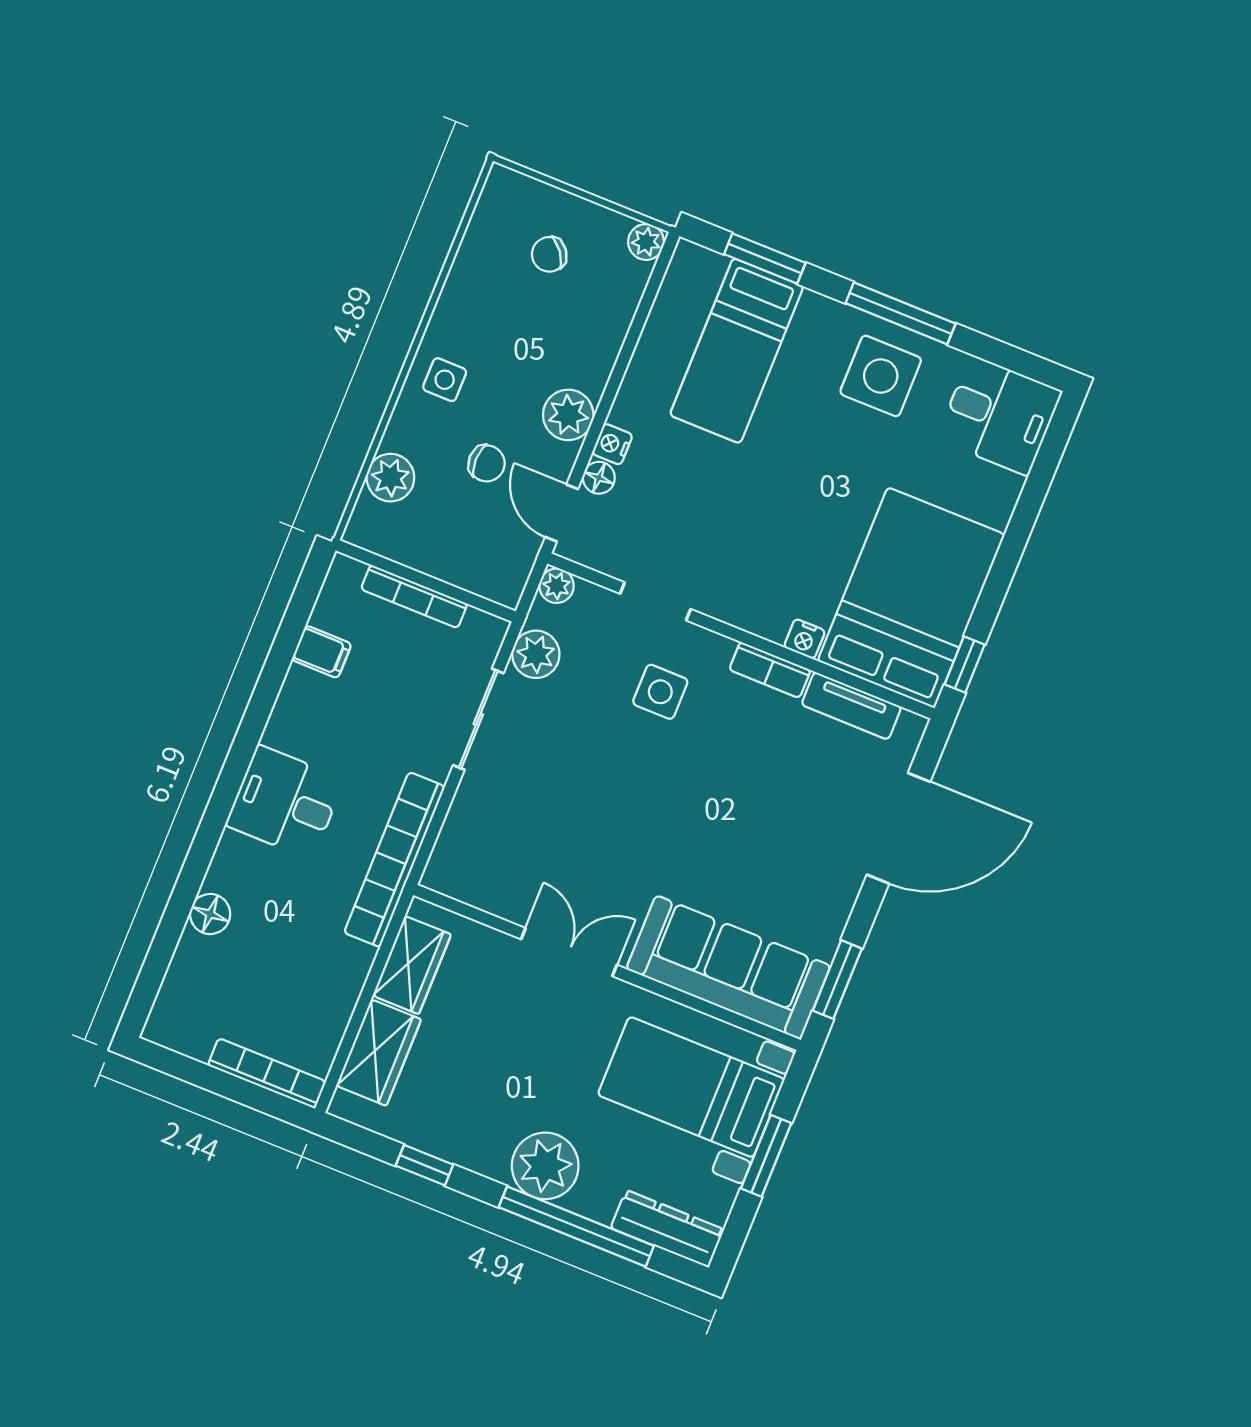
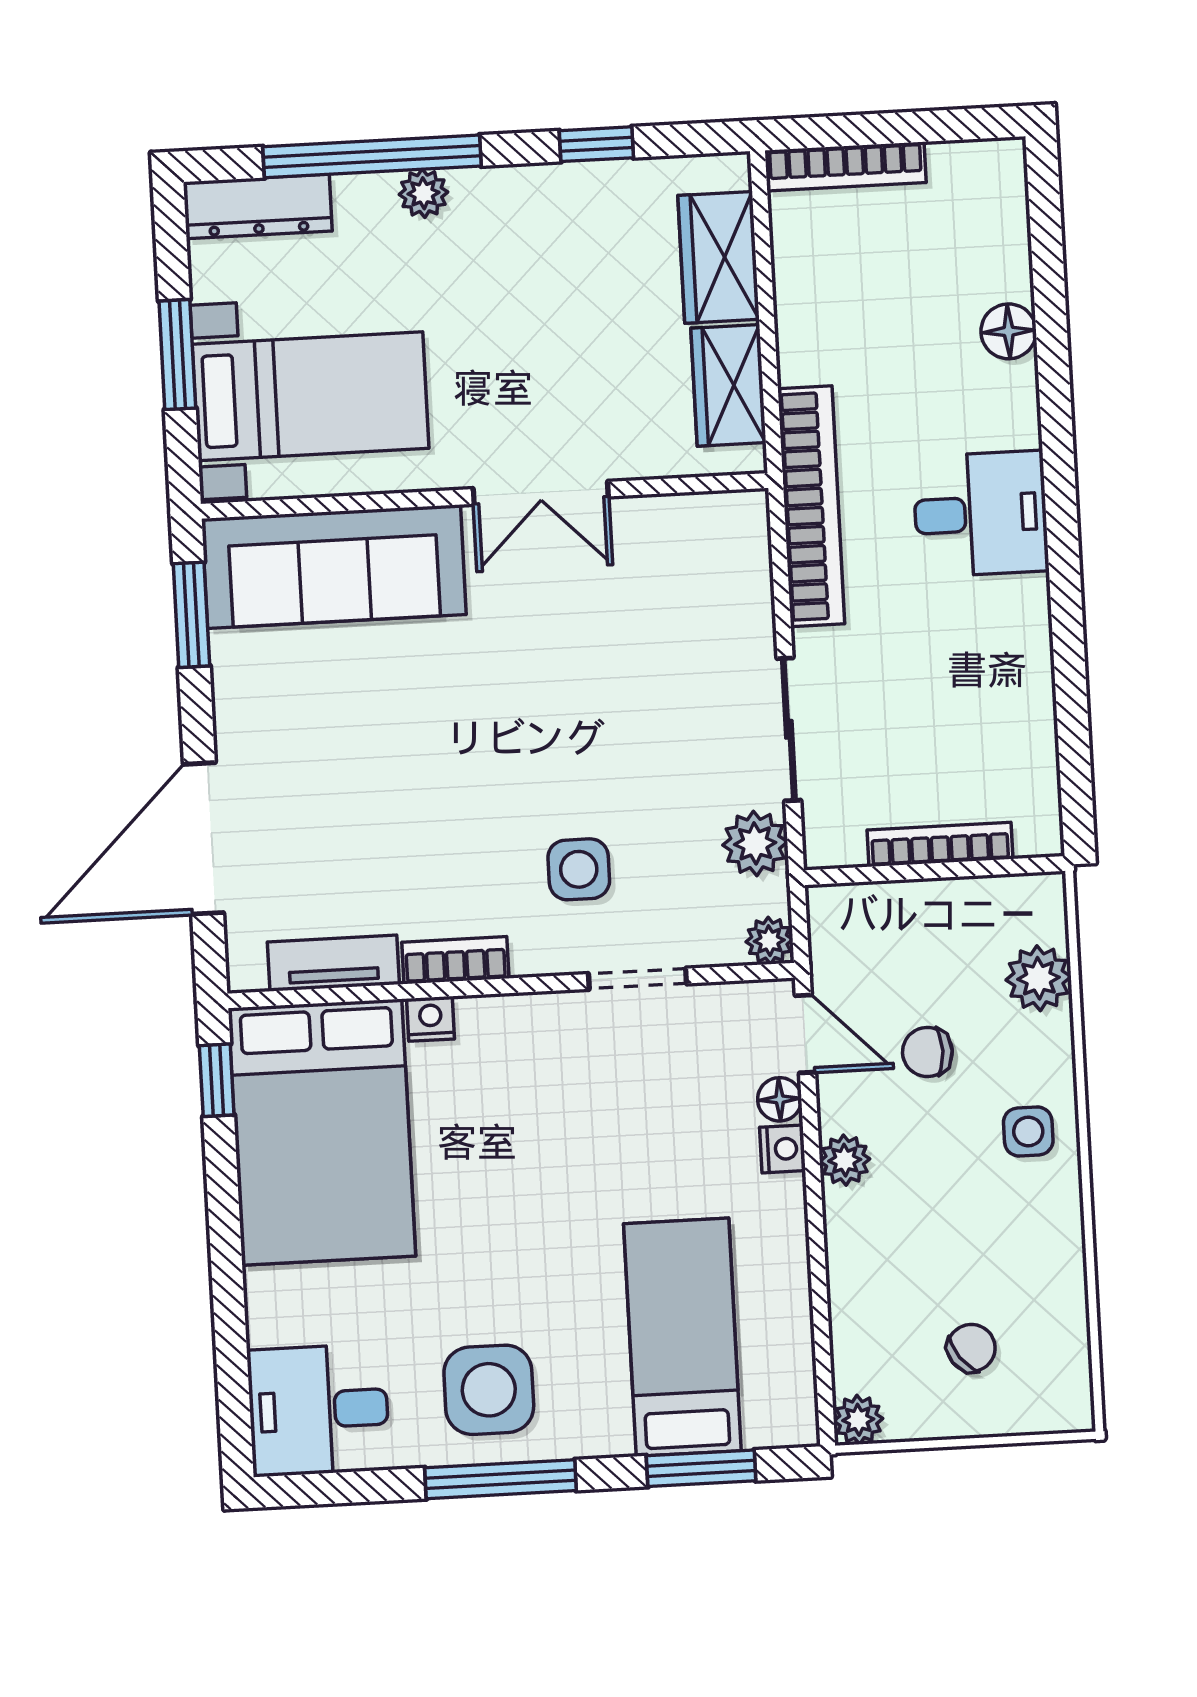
plant: (568, 415) -> (845, 1160), width x0.73, depth x0.73
filing cabinet: (322, 652) -> (1023, 722), removed
plant: (545, 1166) -> (423, 193), width x0.53, depth x0.53

